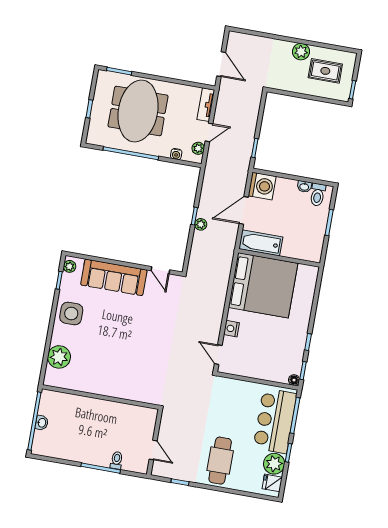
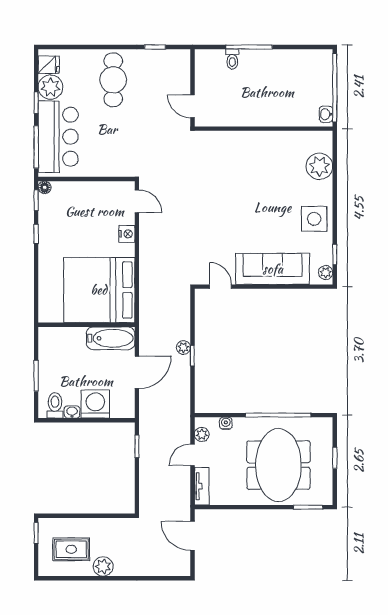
washing machine: (262, 186) -> (95, 404), moved, turned 90
washbasin: (42, 423) -> (326, 114), moved
door: (153, 450) -> (192, 106), moved

